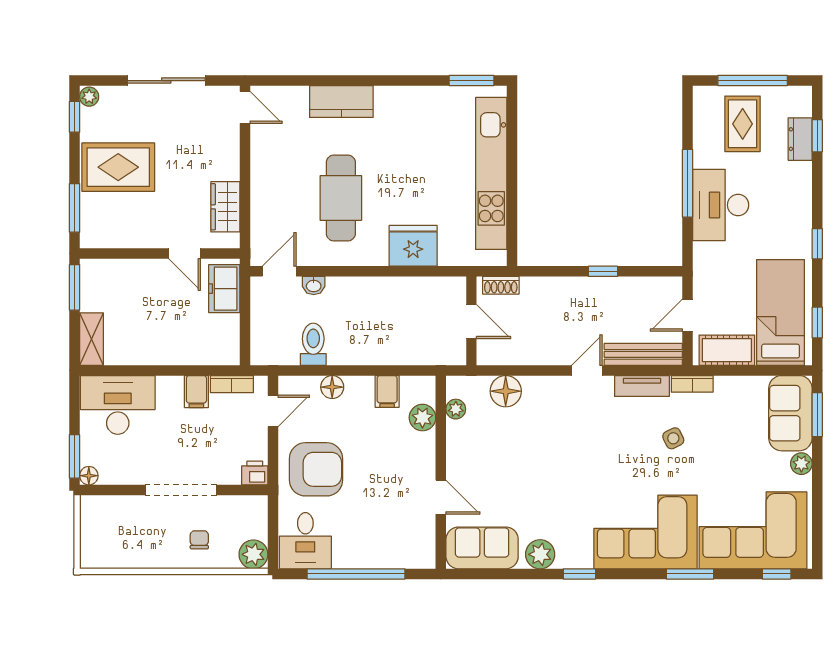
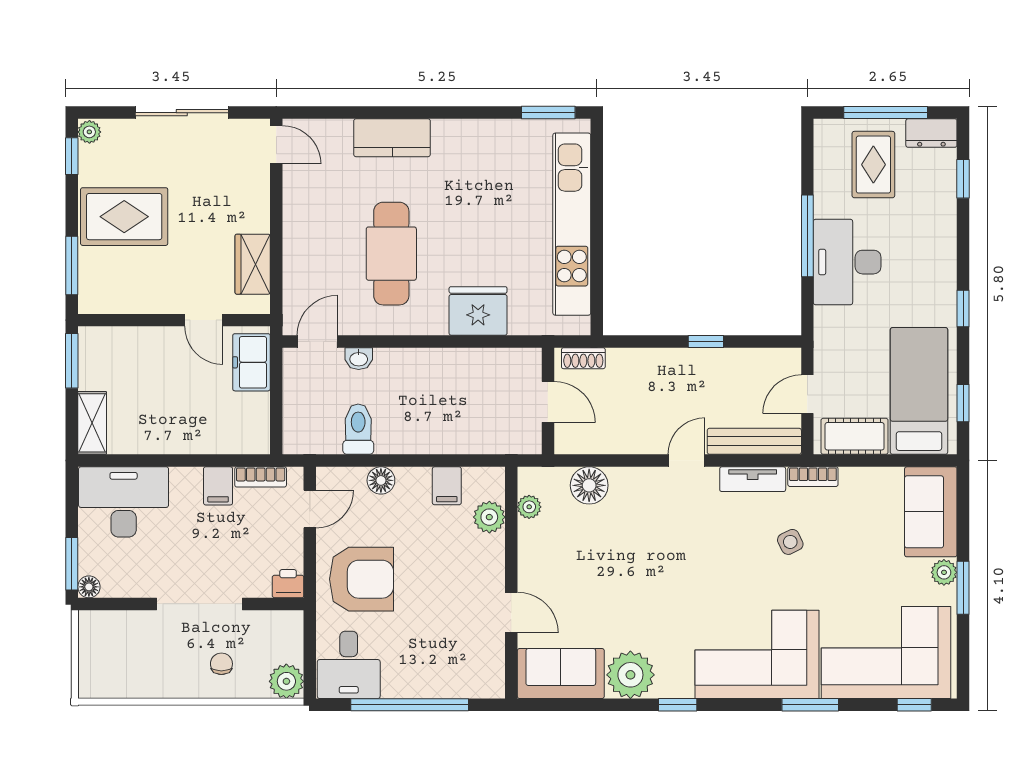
dresser: (800, 139) -> (931, 133), moved, turned -90
window: (817, 415) -> (963, 588), moved
plant: (540, 554) -> (630, 675), width x1.36, depth x1.36

